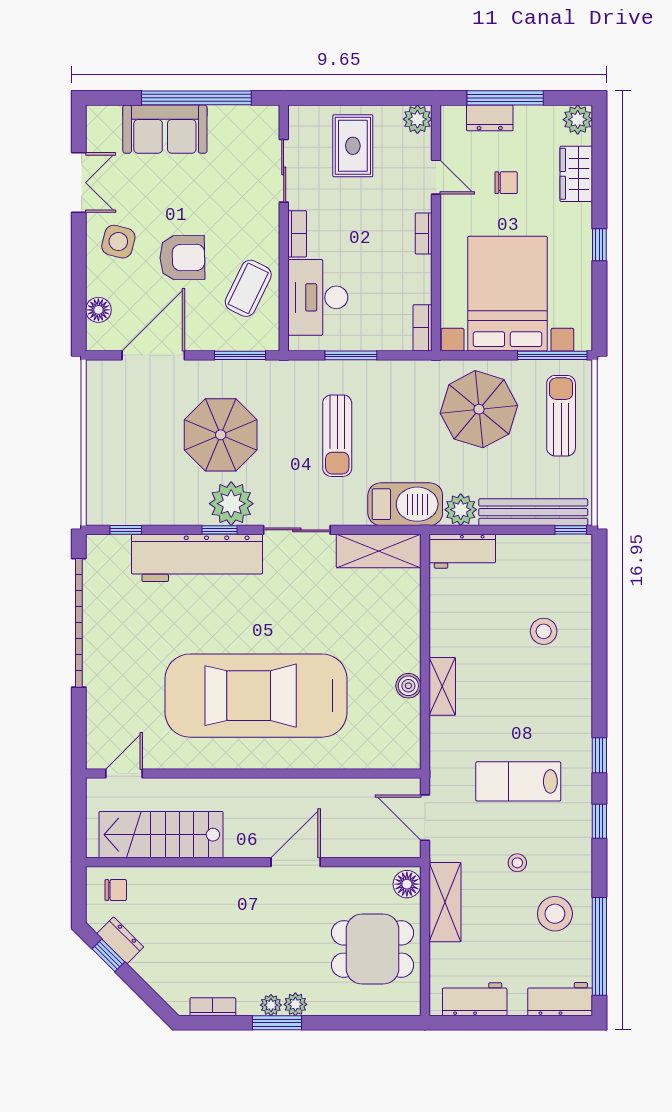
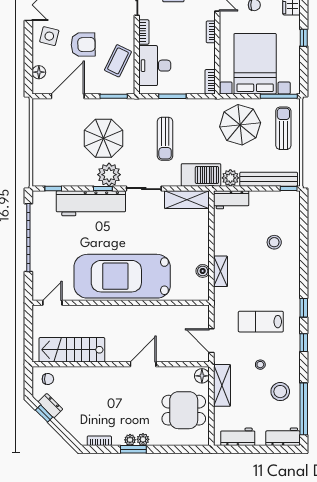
door: (124, 774) -> (52, 303), moved
wall: (253, 774) -> (121, 303), moved

